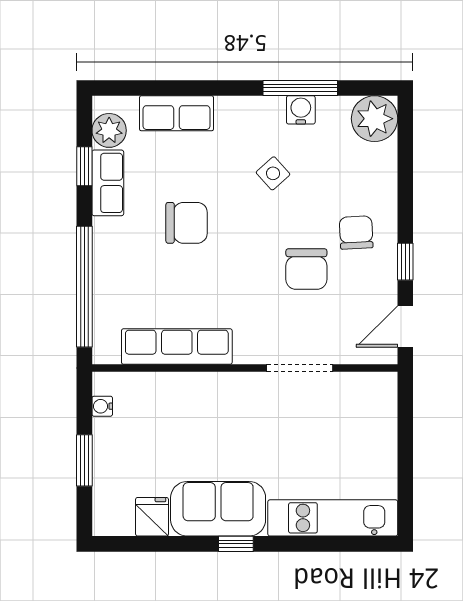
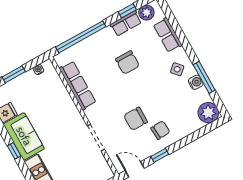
side table: (273, 173) -> (177, 69), moved

